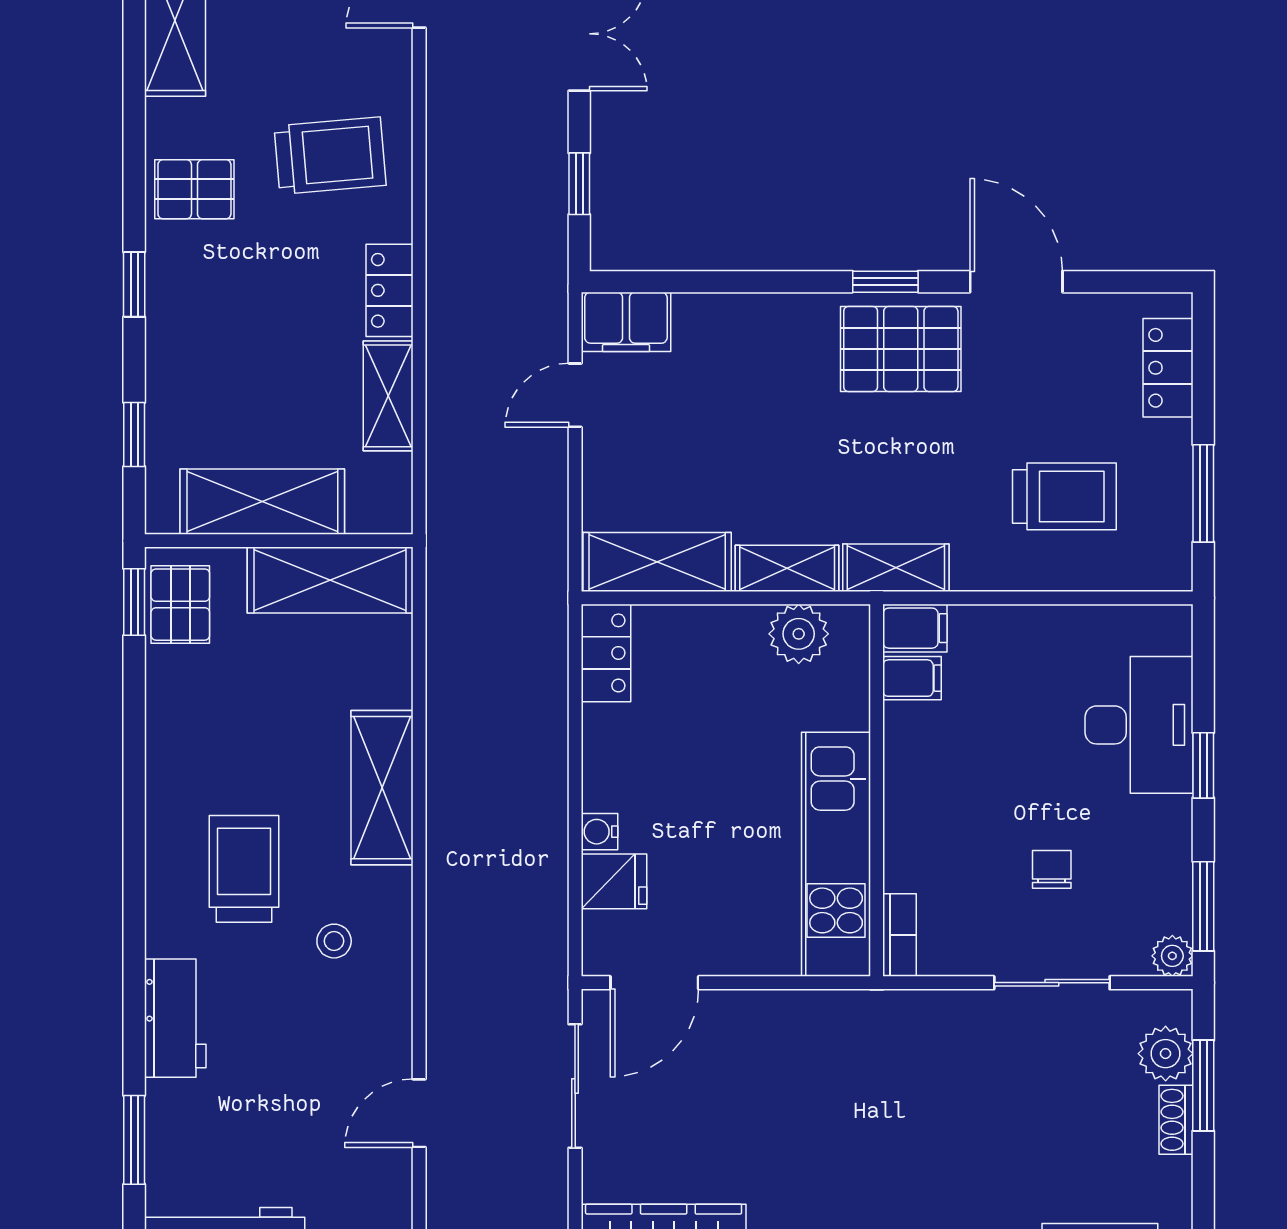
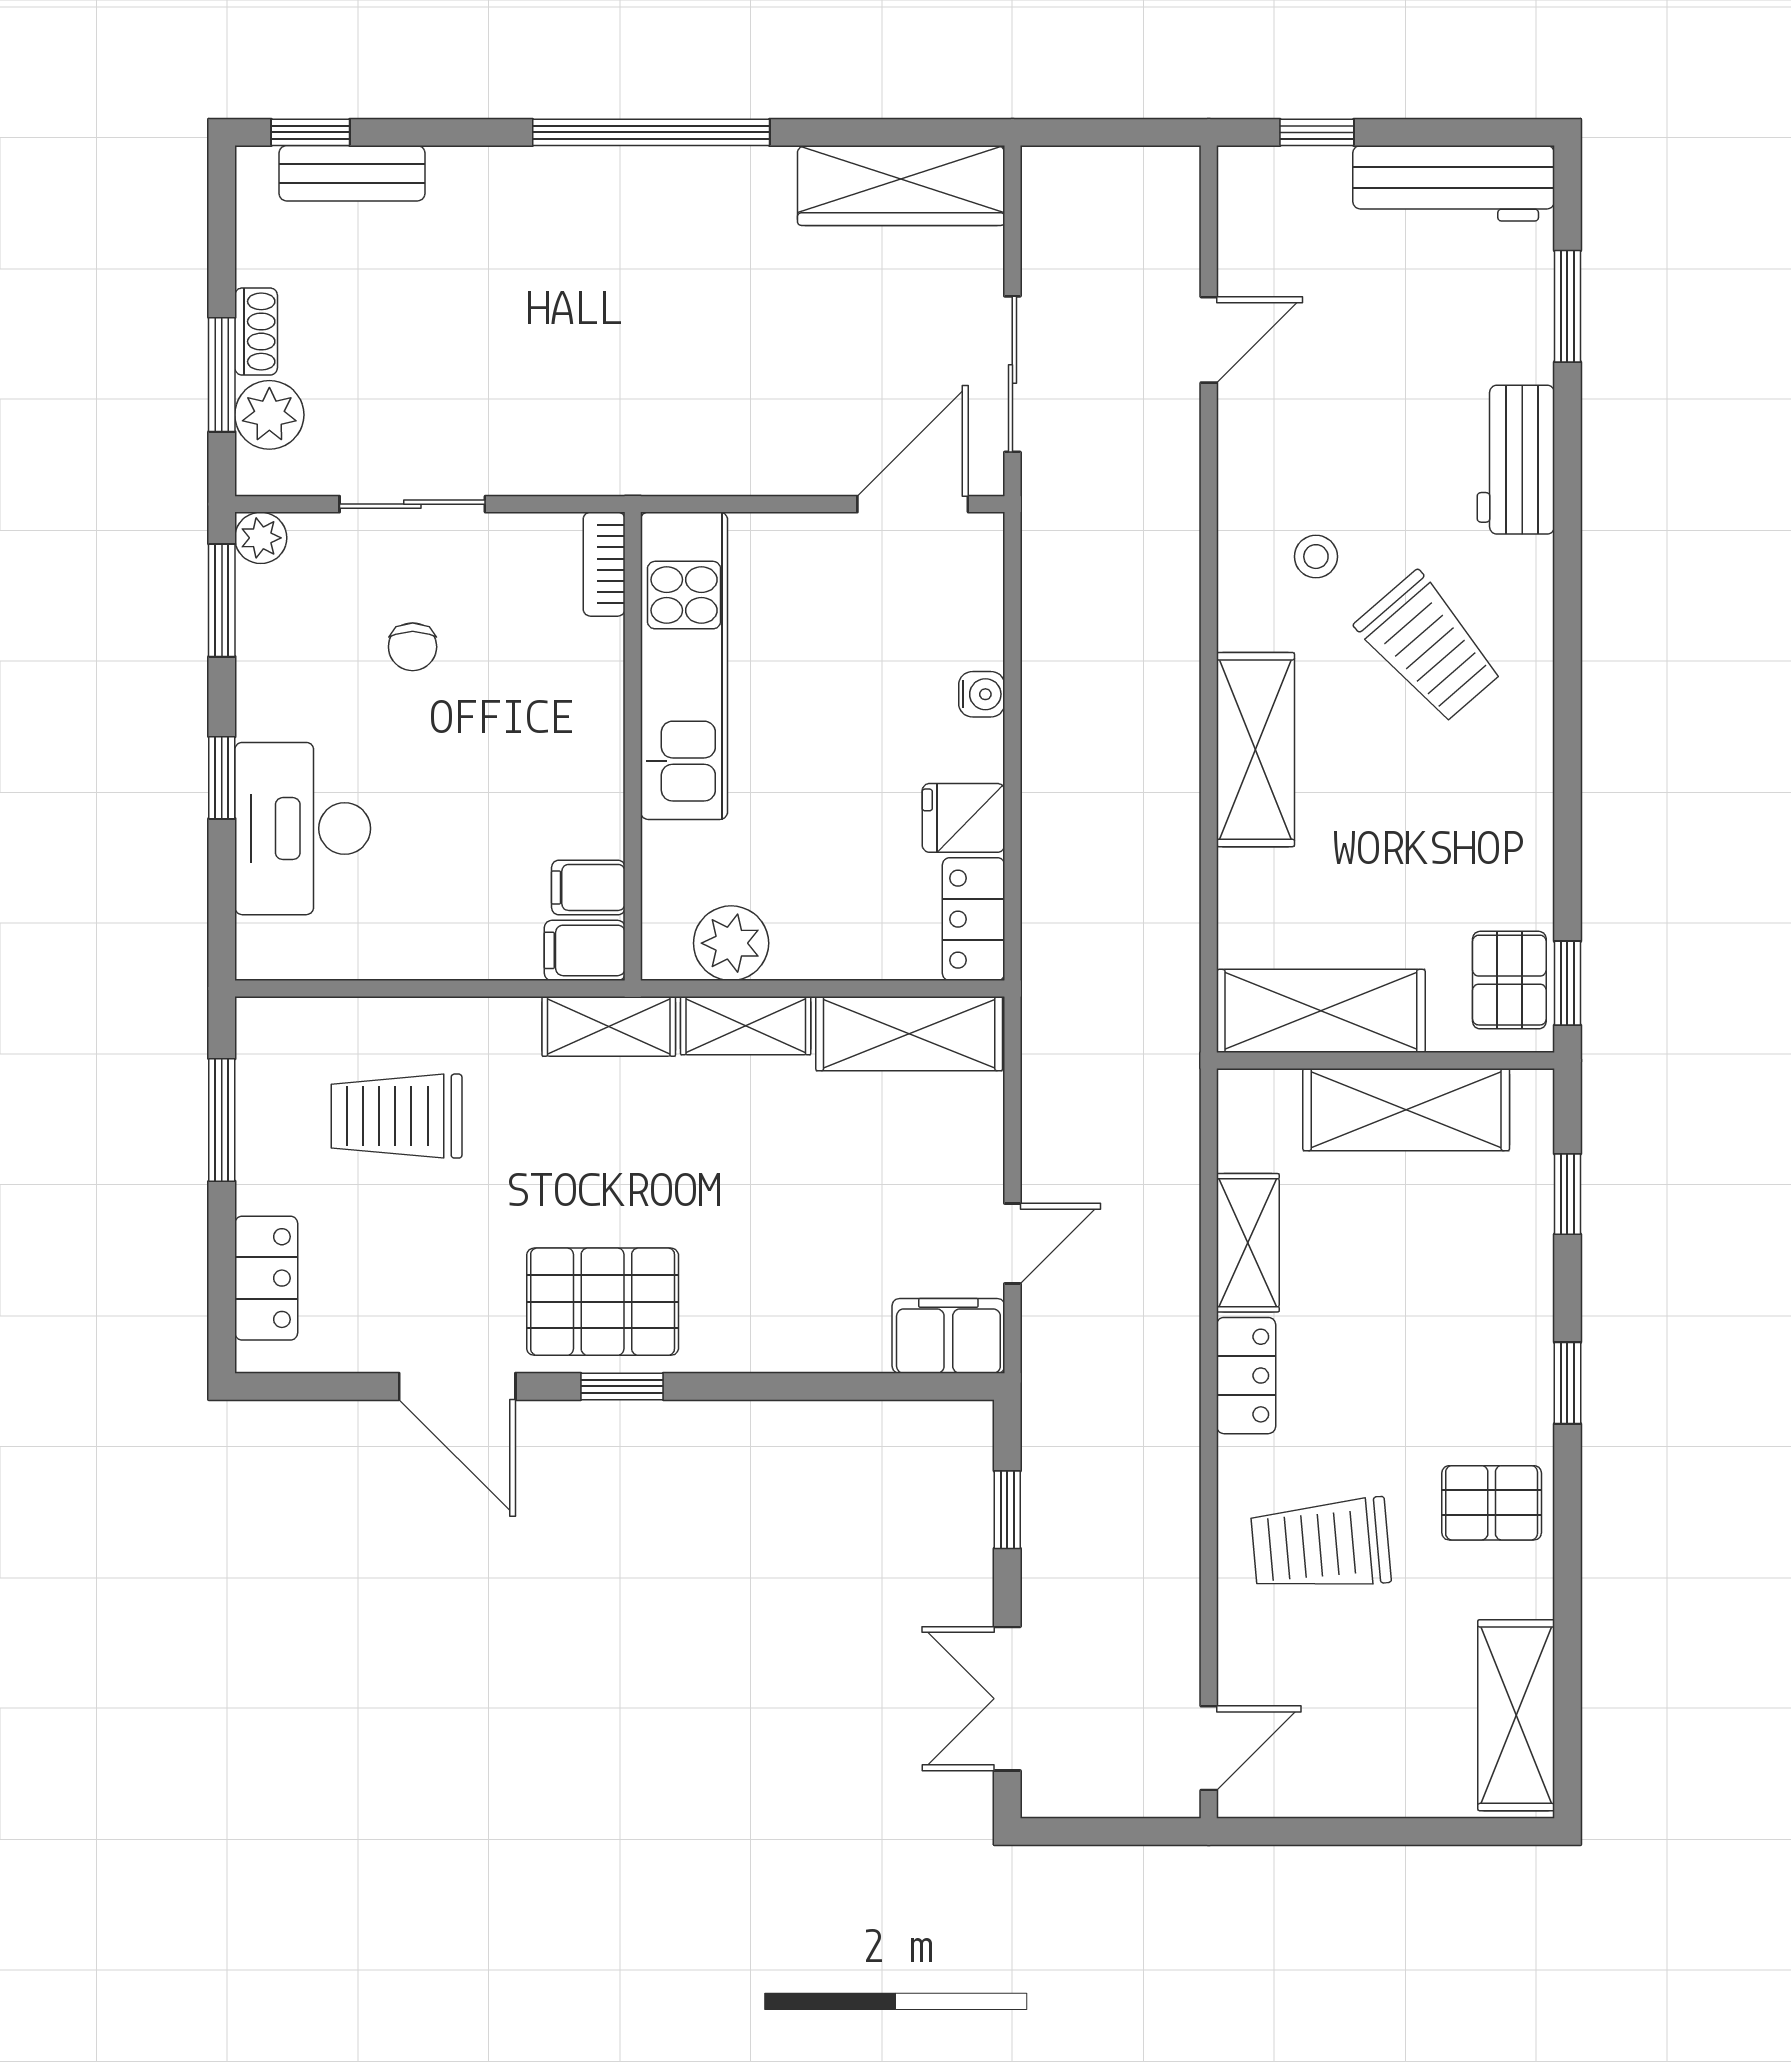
trolley: (244, 869) -> (1429, 647), turned -41
fridge: (614, 881) -> (963, 818), moved

